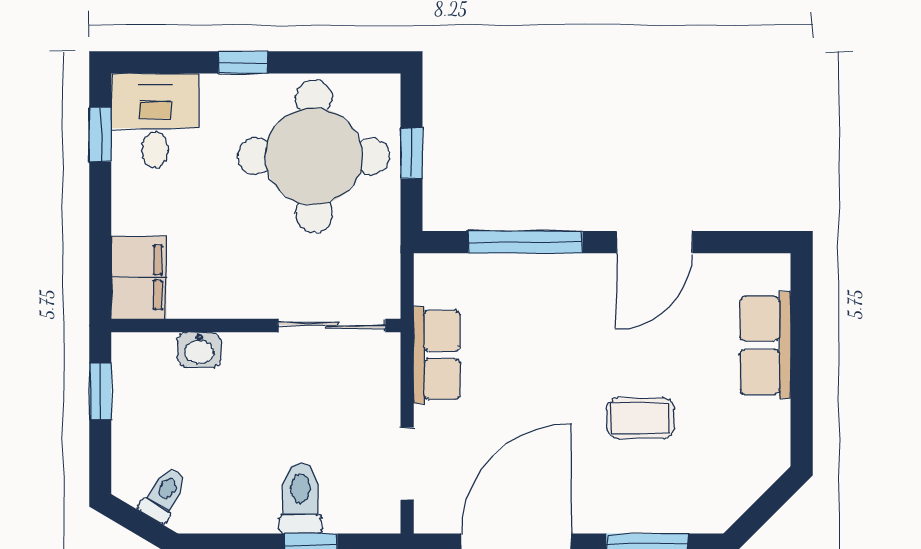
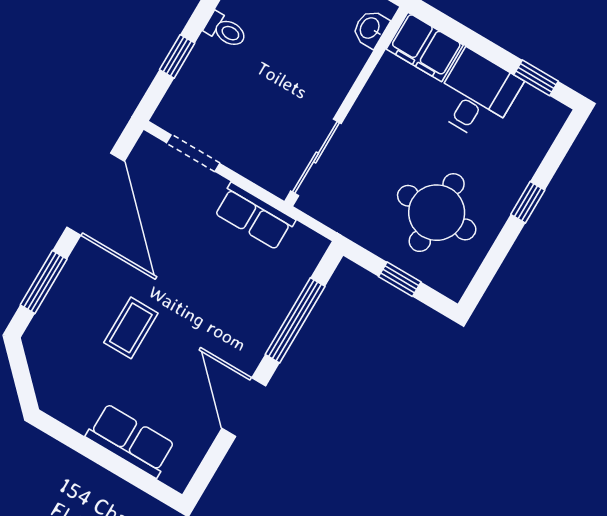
desk: (155, 121) -> (476, 95), moved, turned -90
round table: (314, 156) -> (437, 213), width x0.73, depth x0.73
washbasin: (199, 350) -> (370, 28), moved
toilet: (300, 498) -> (226, 30), moved, width x0.73, depth x0.72

